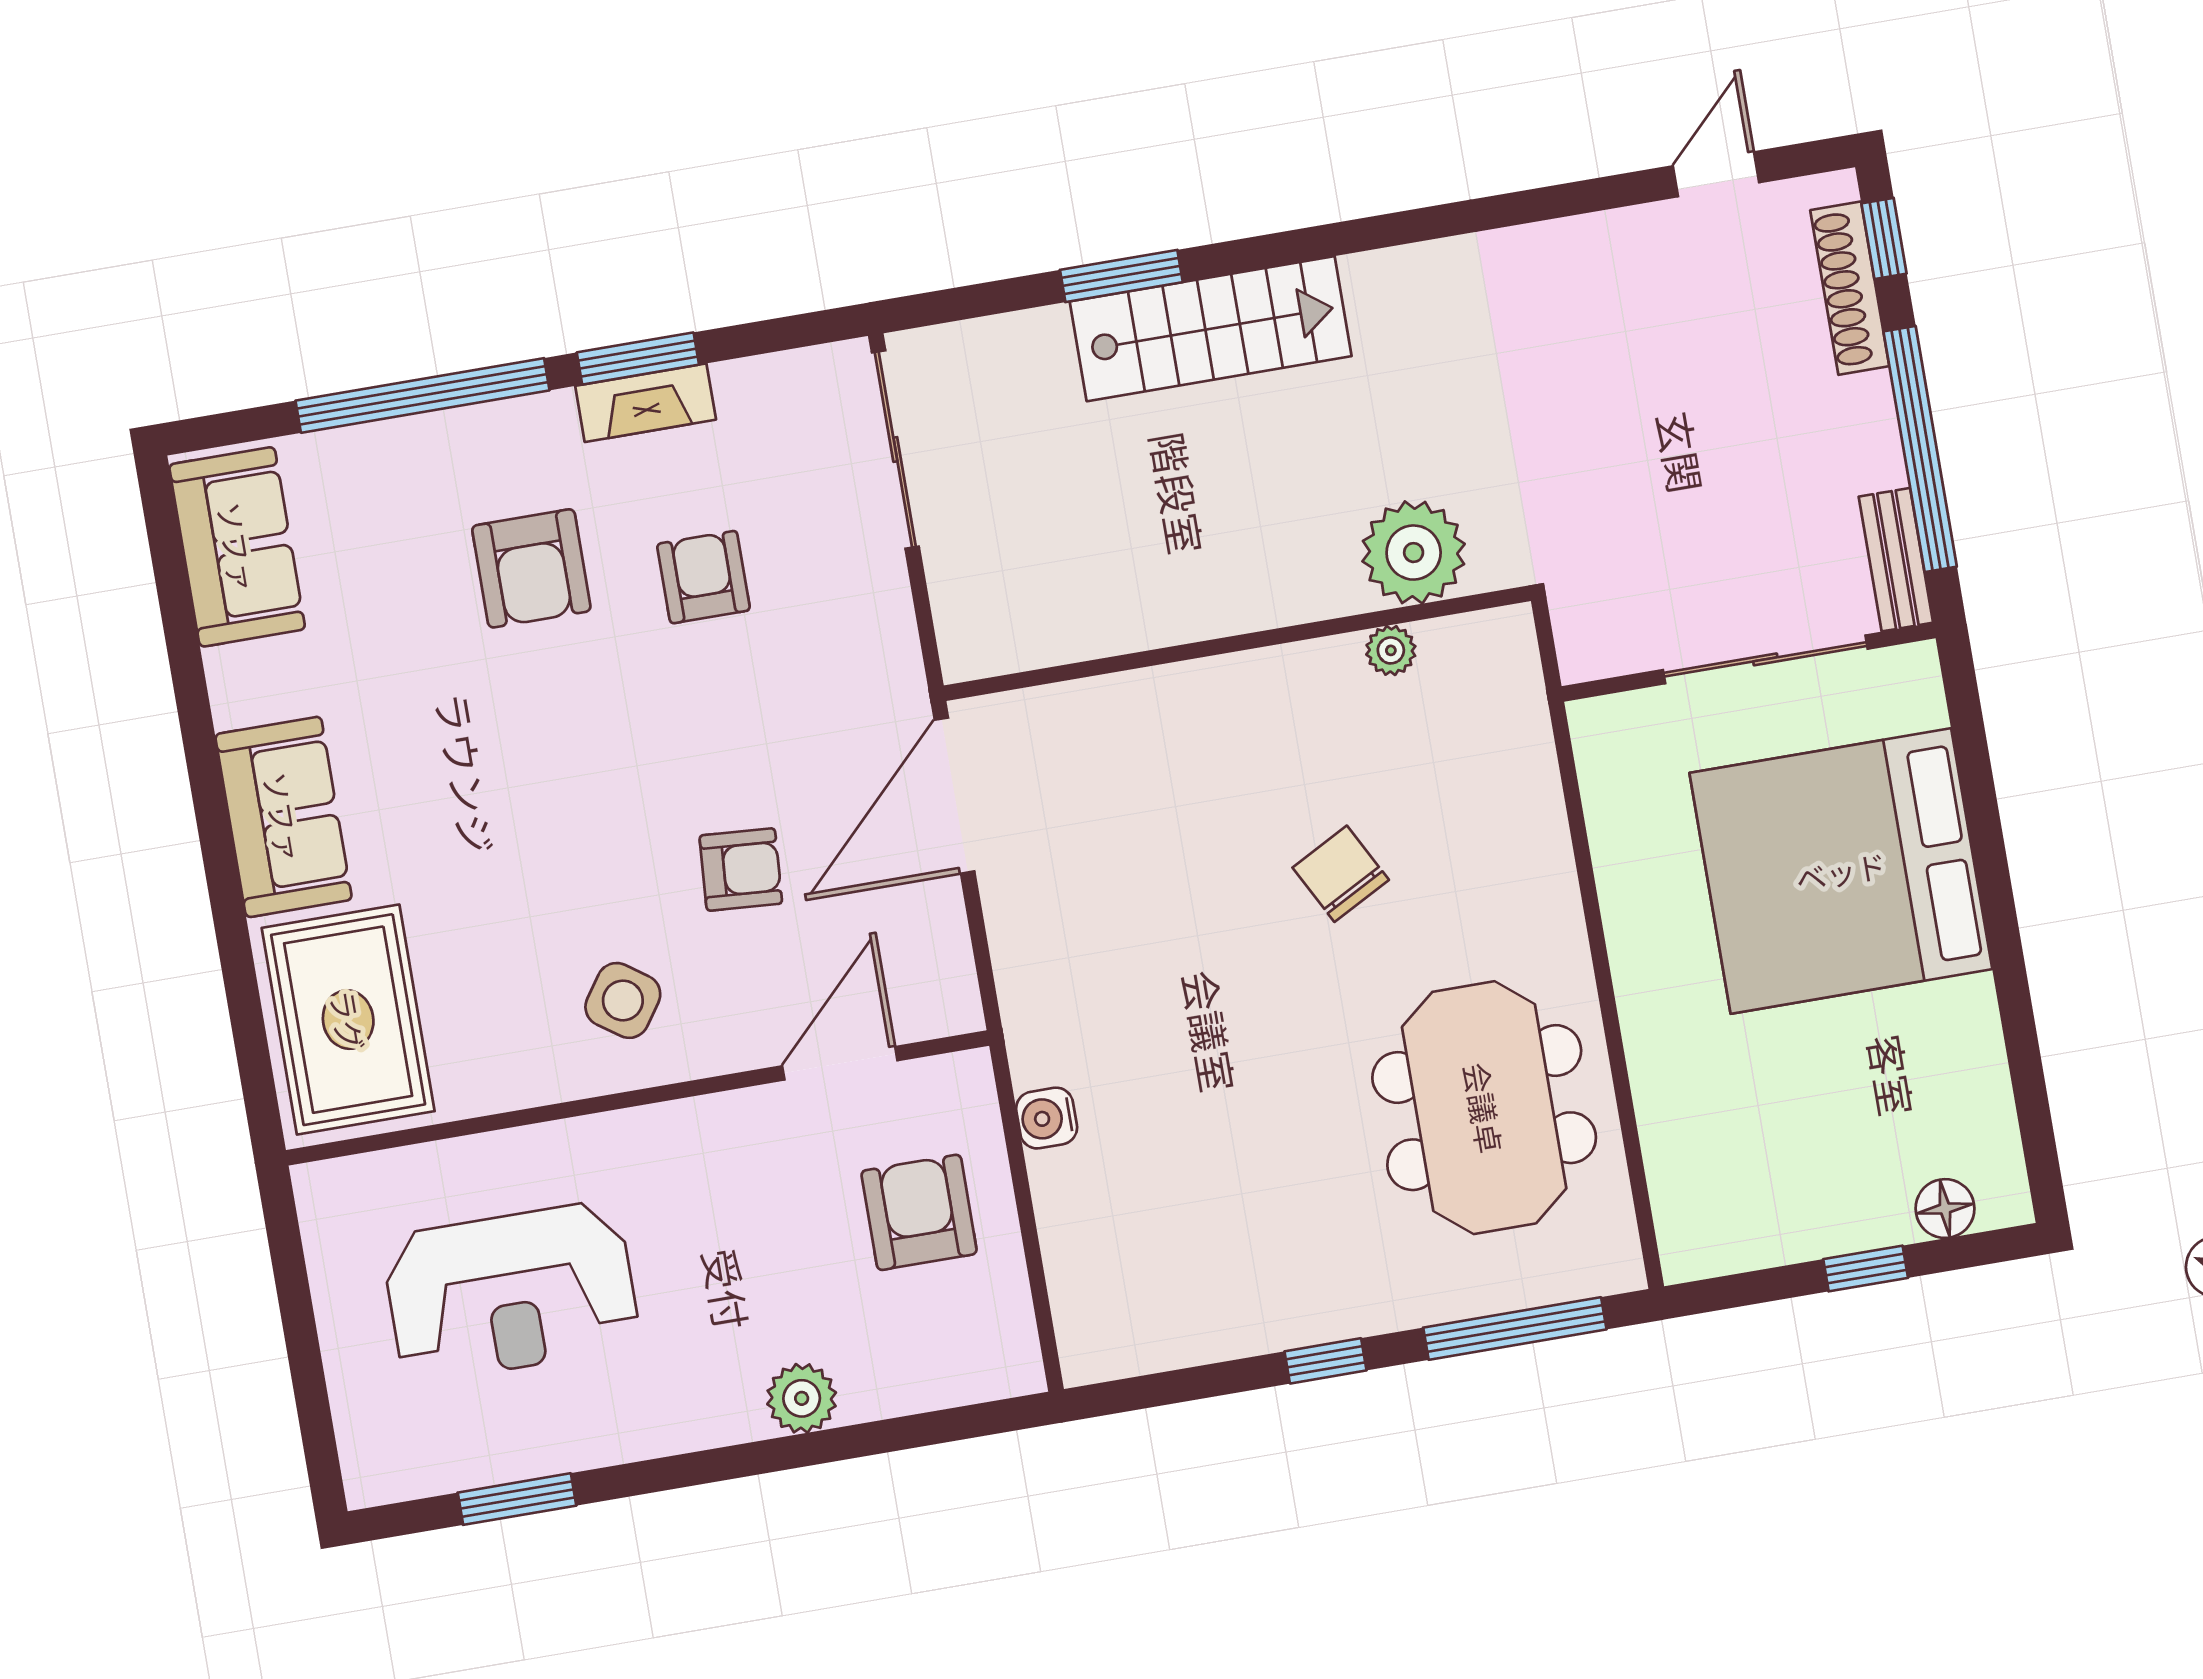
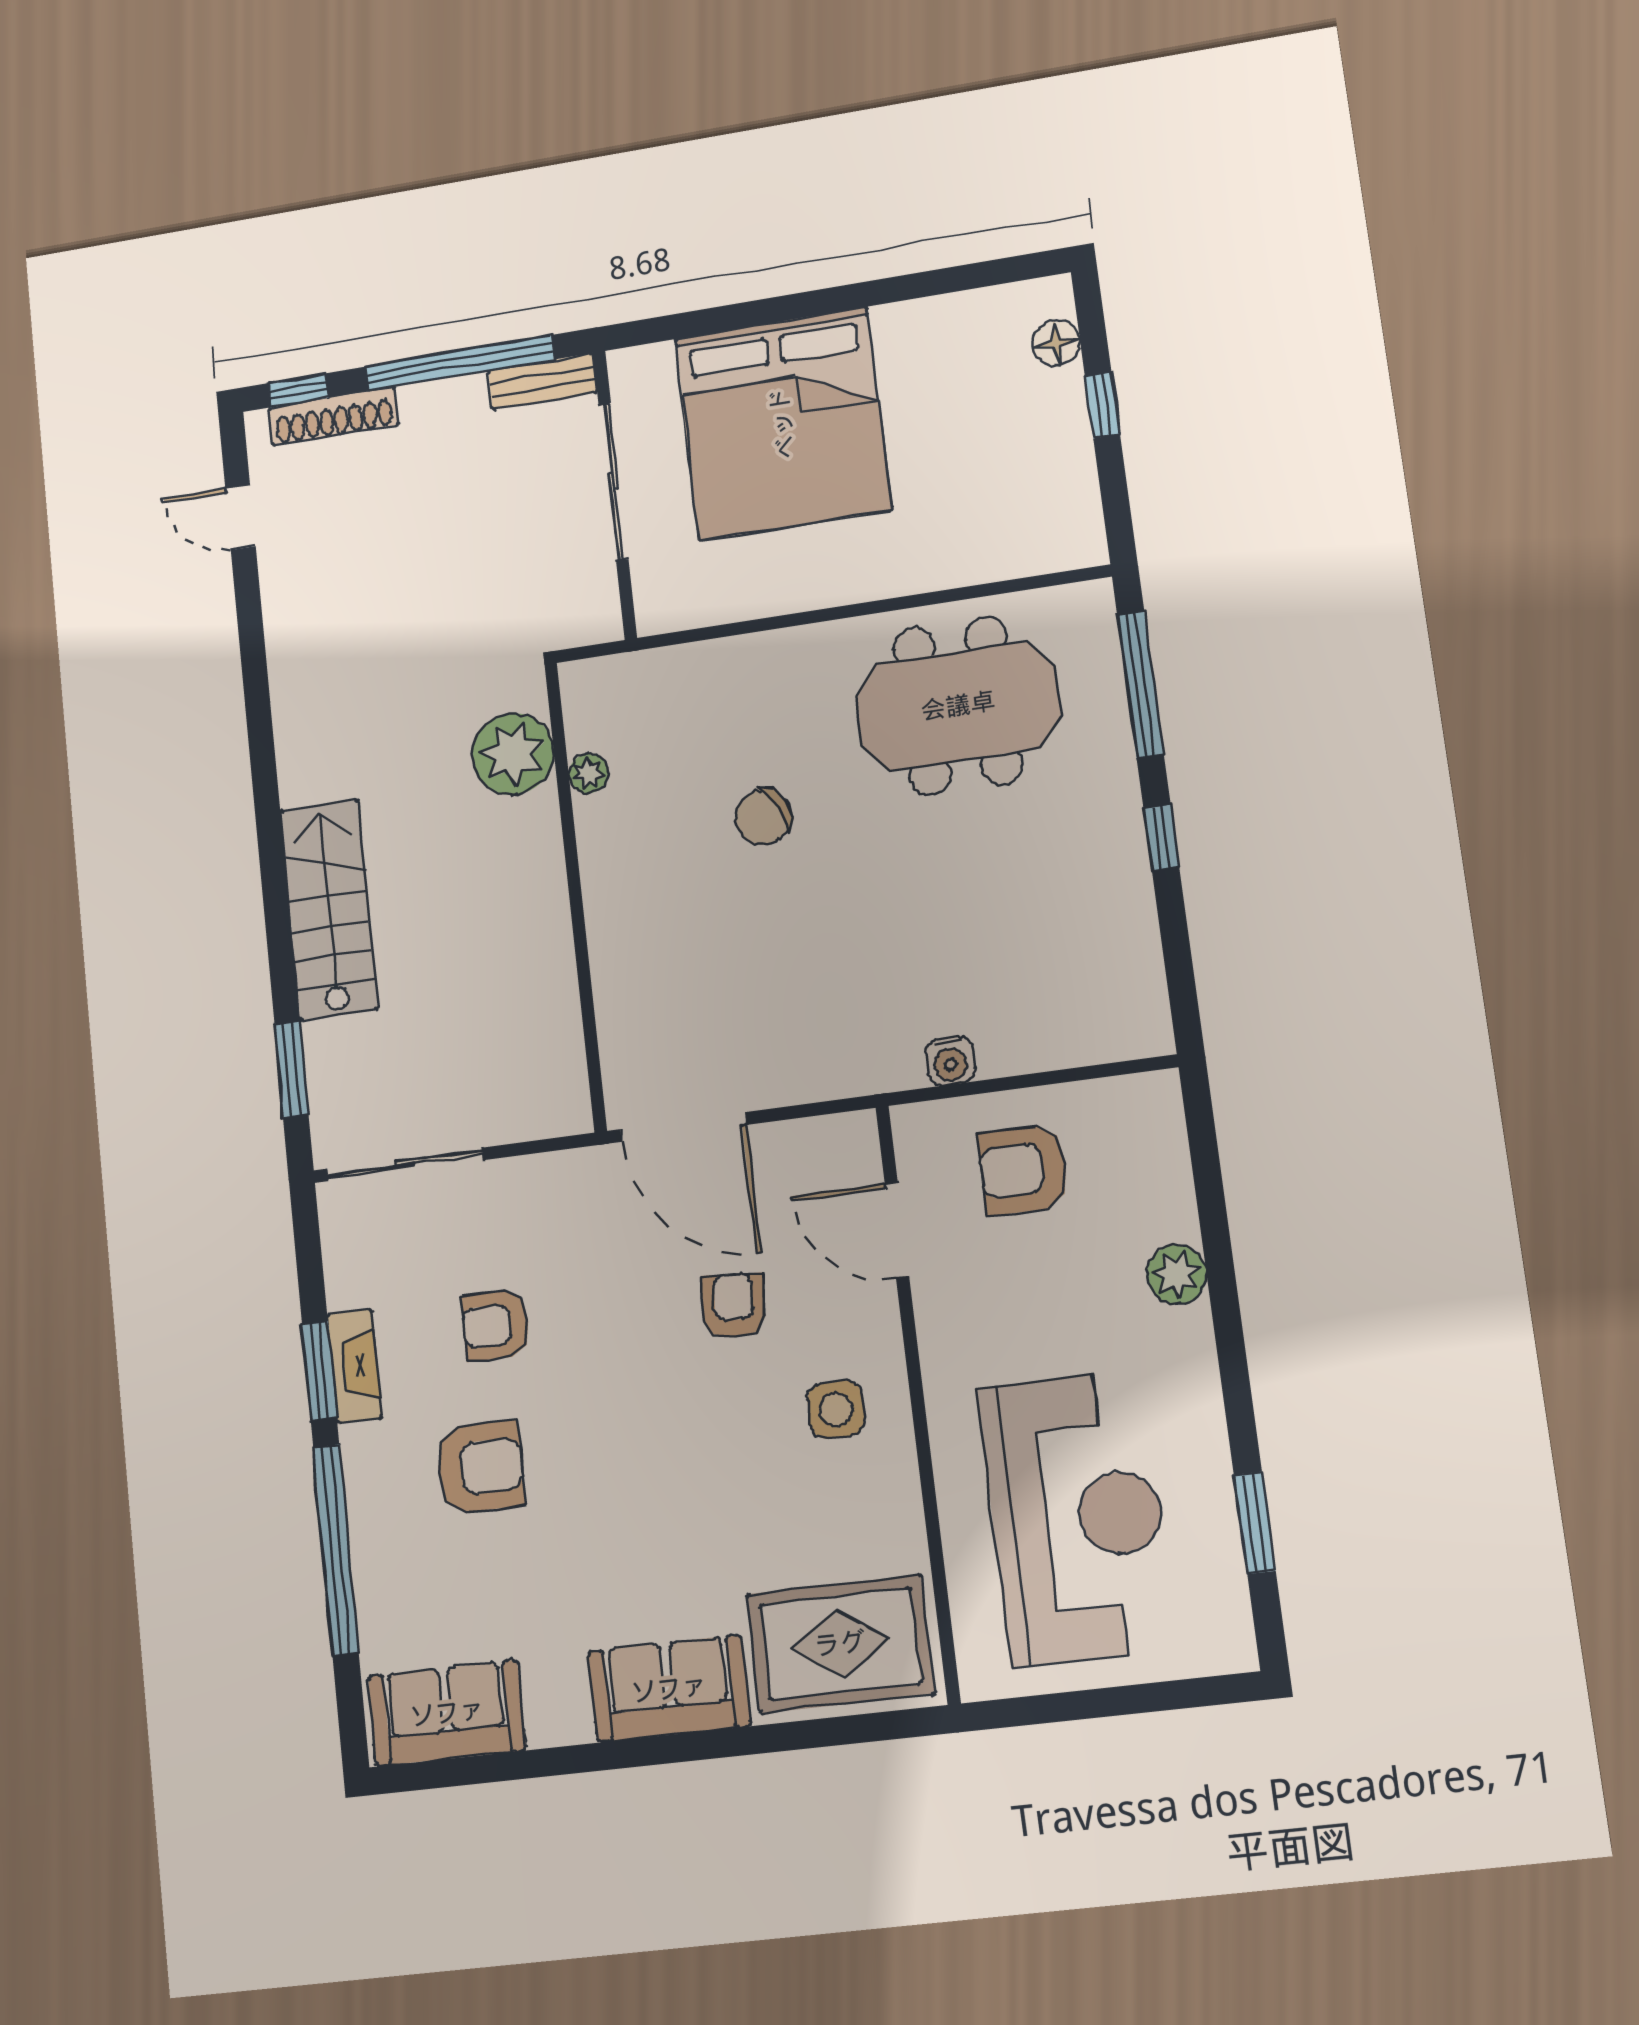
window: (1121, 276) -> (291, 1069), moved
side table: (623, 1000) -> (836, 1410), turned -35
reception desk: (511, 1292) -> (1077, 1518), width x1.36, depth x1.30

